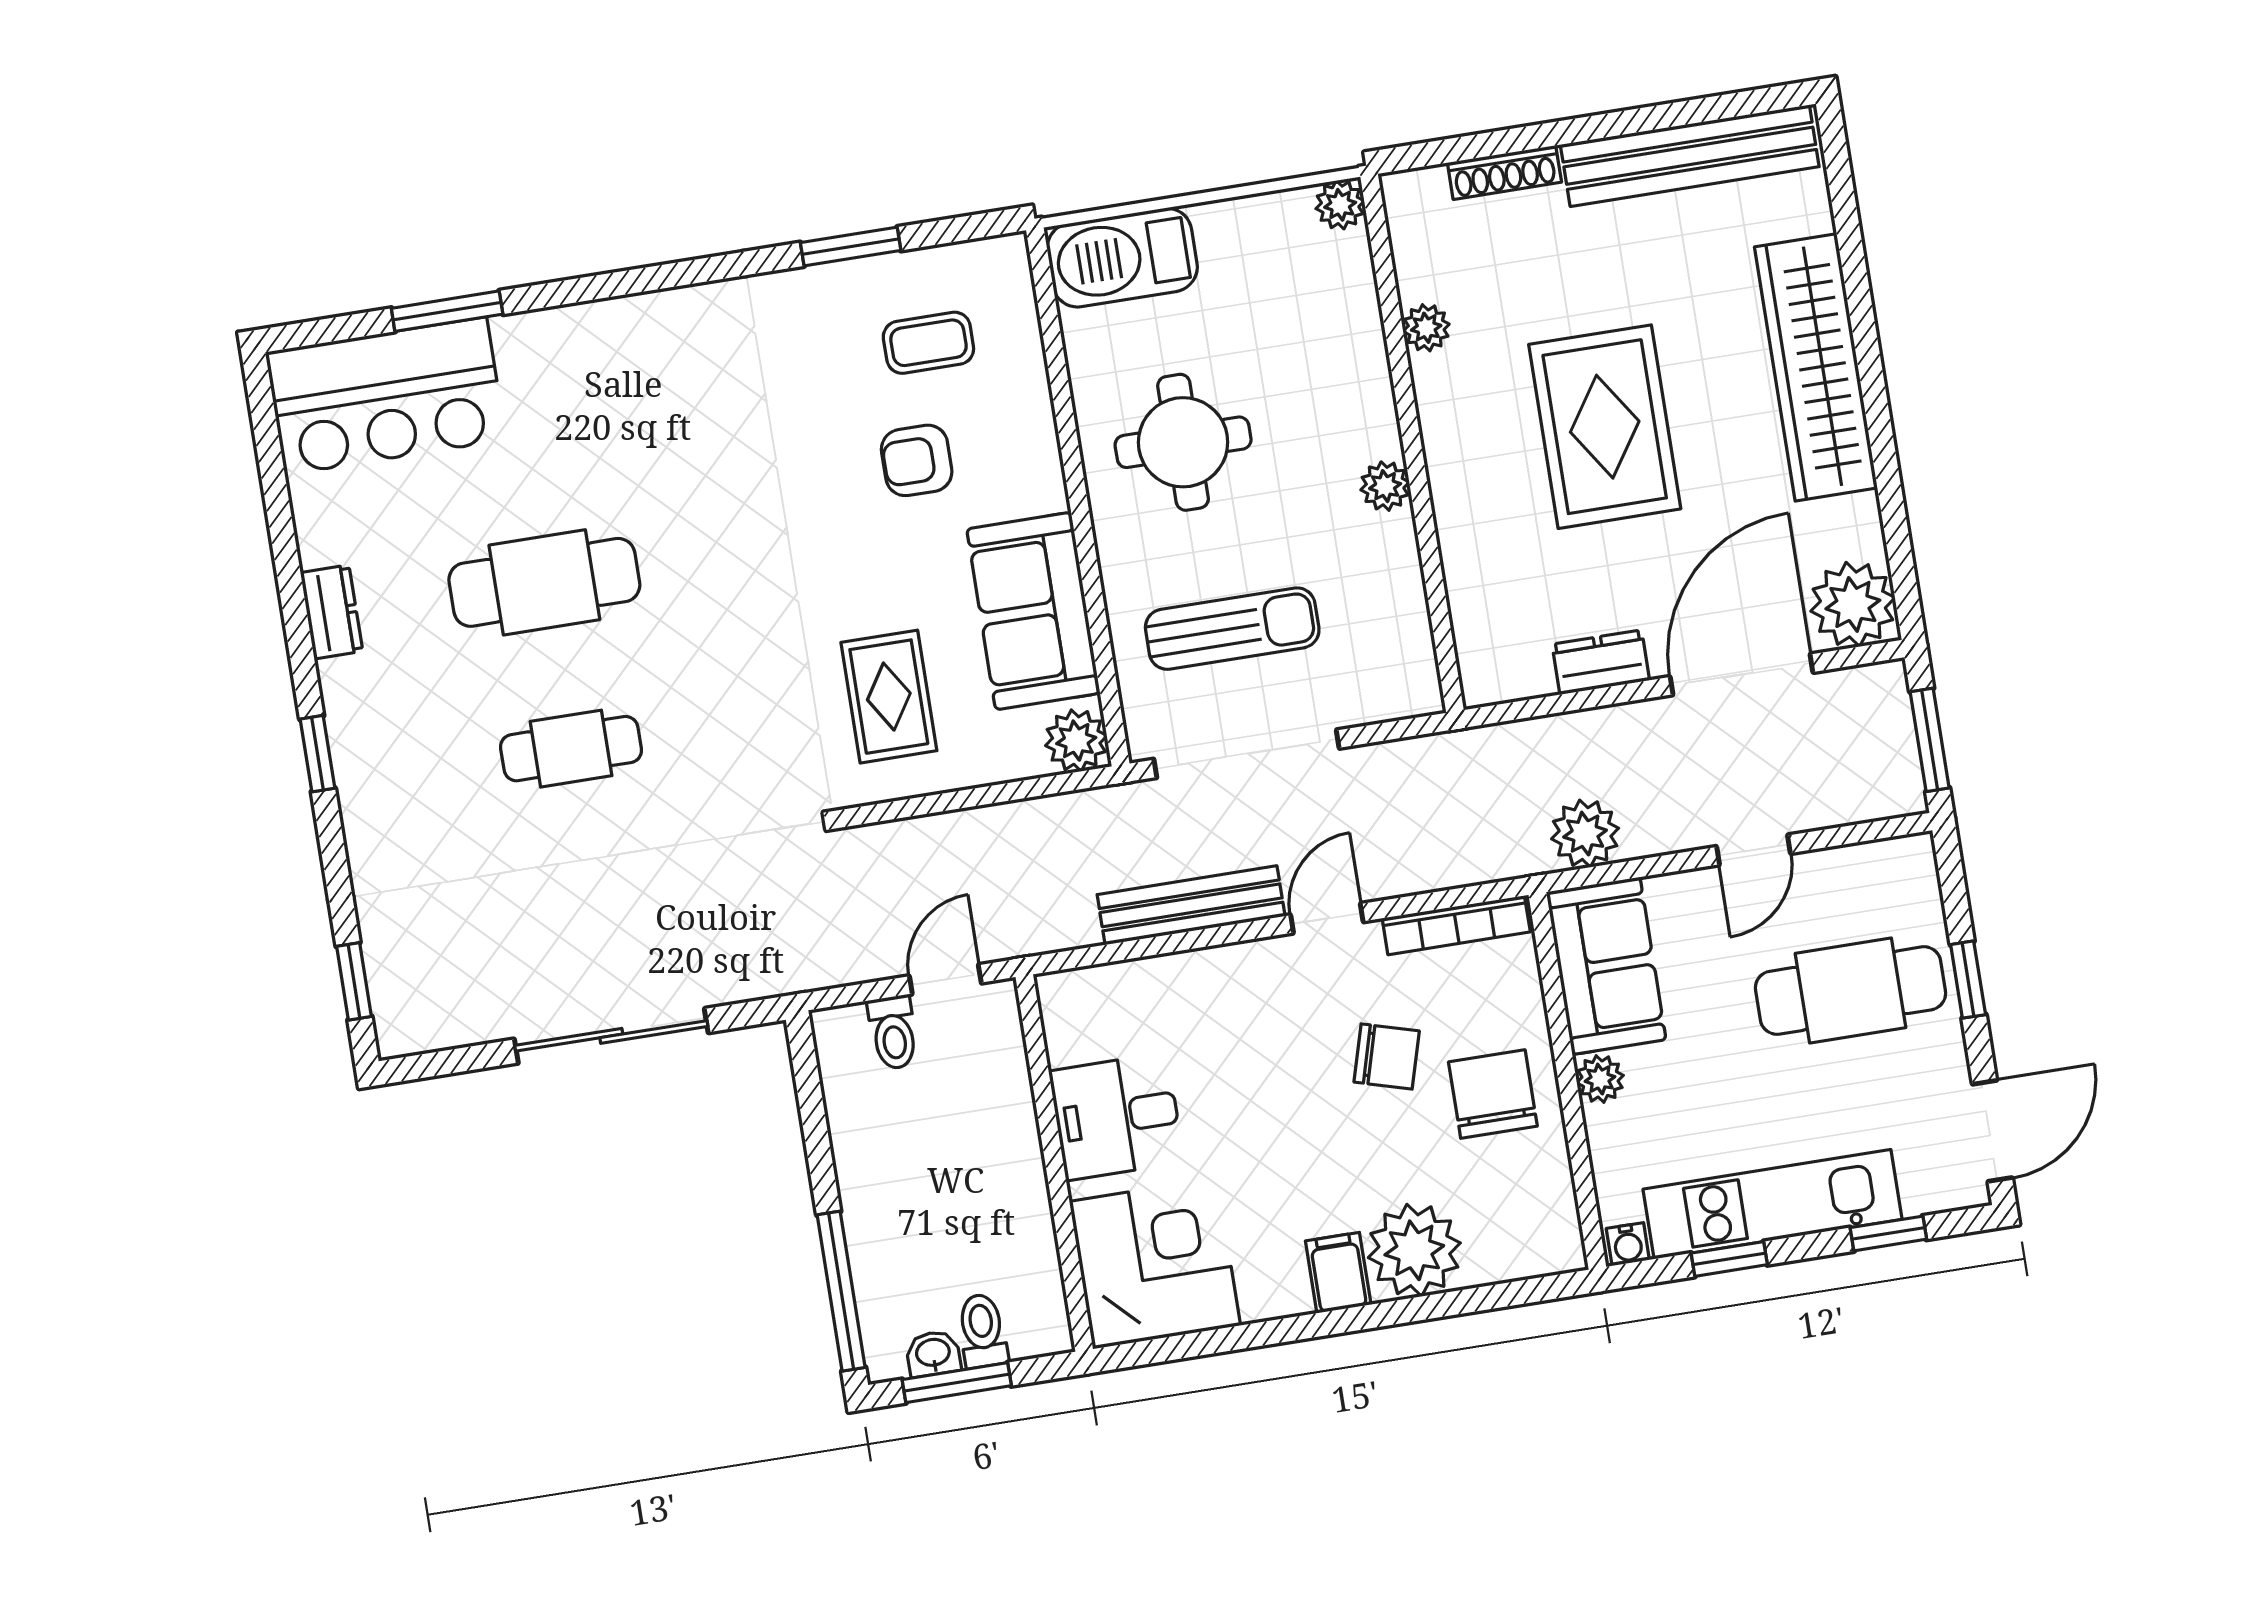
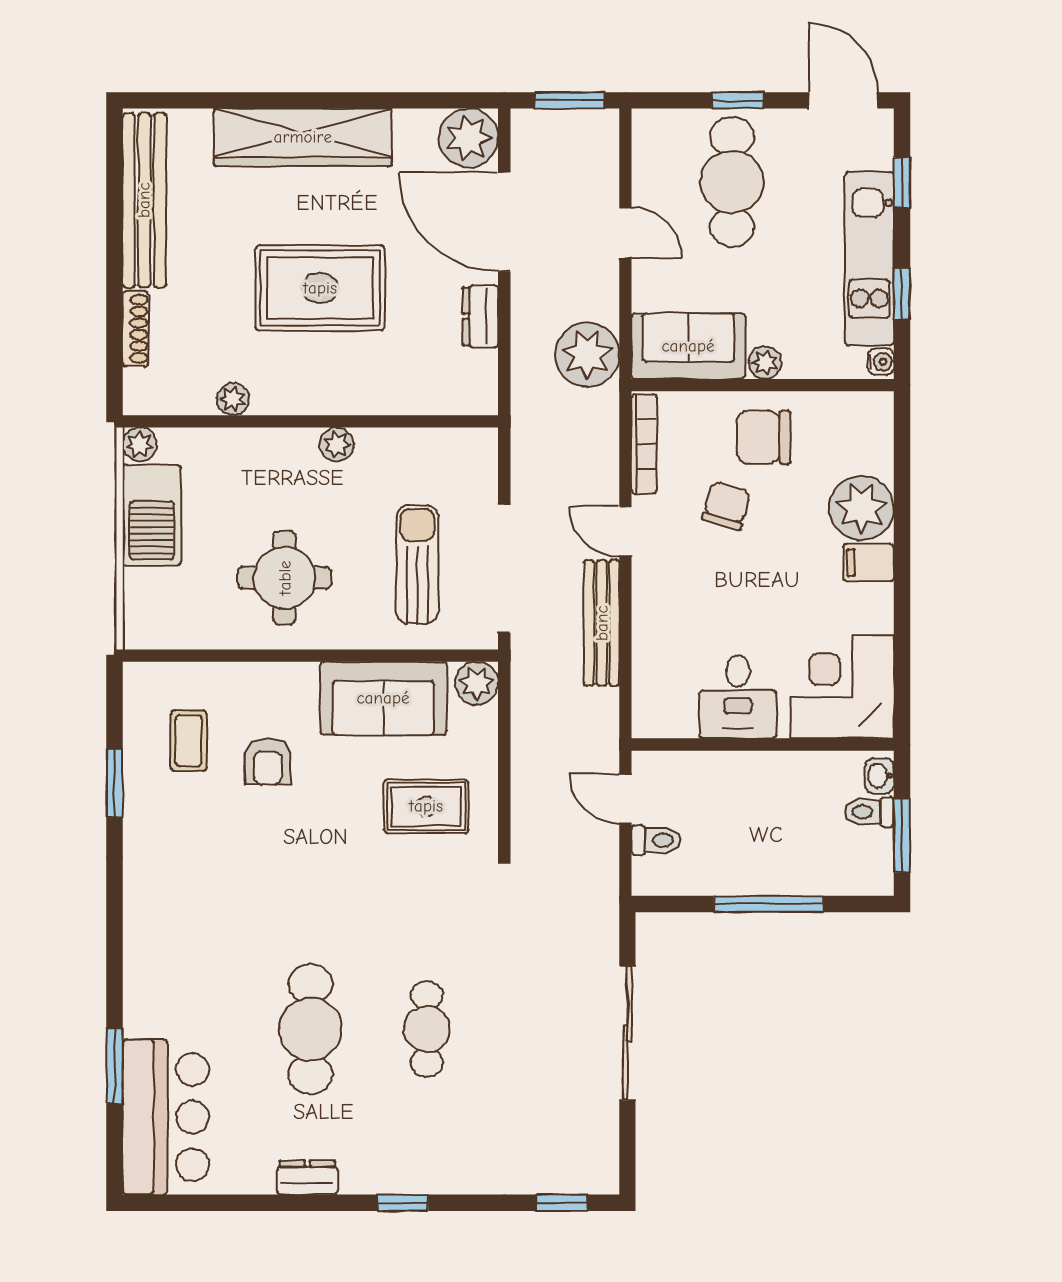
barbecue: (1122, 258) -> (152, 515), moved
plant: (1585, 834) -> (587, 355), width x1.36, depth x1.36
window: (841, 1291) -> (769, 904), moved
washbasin: (933, 1354) -> (880, 776), moved

